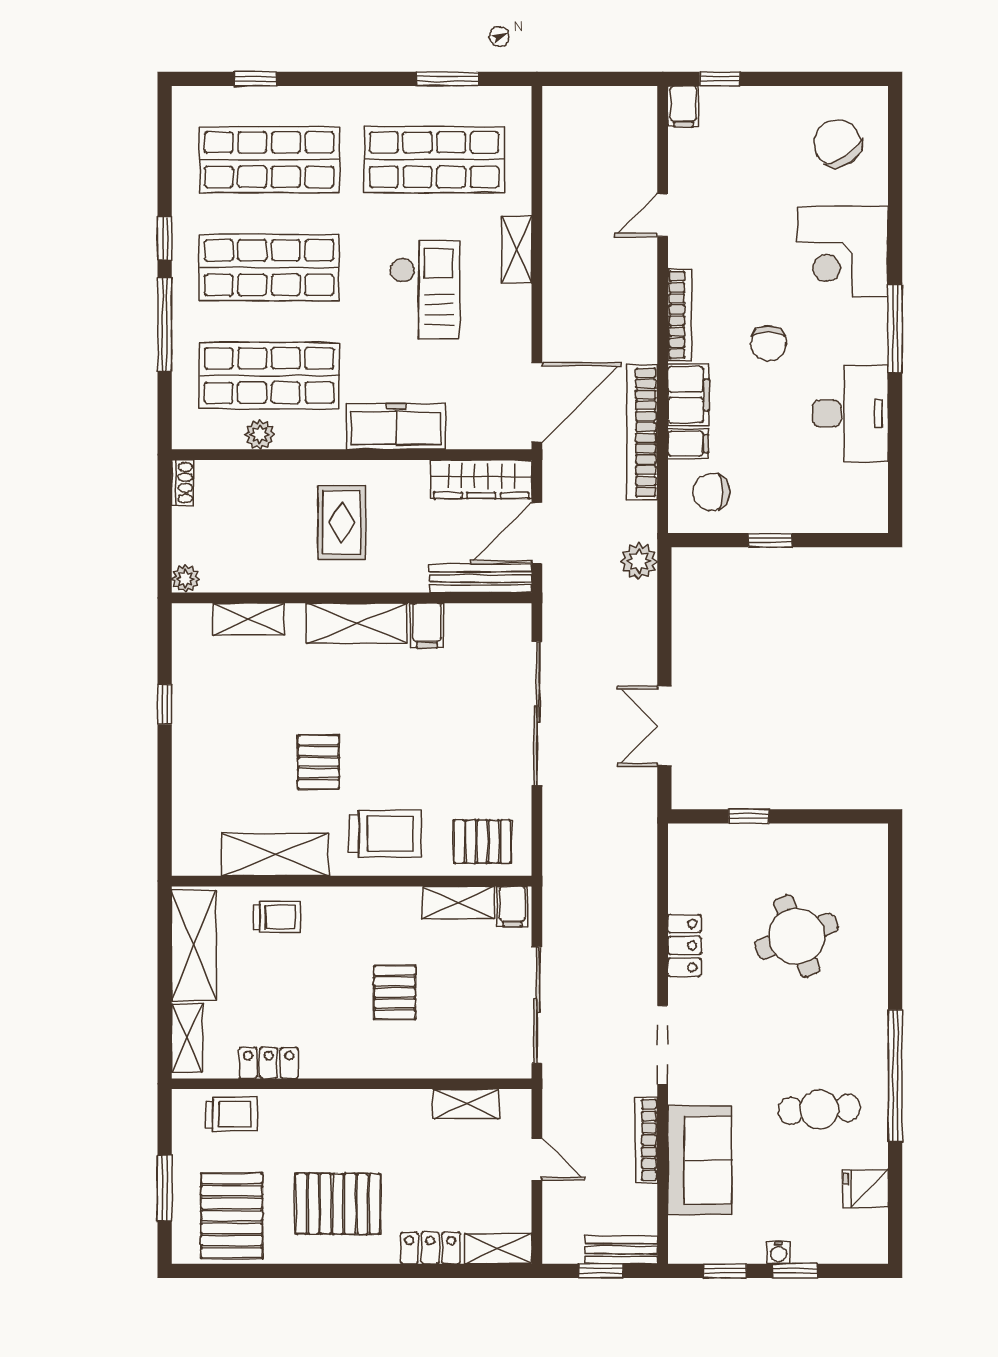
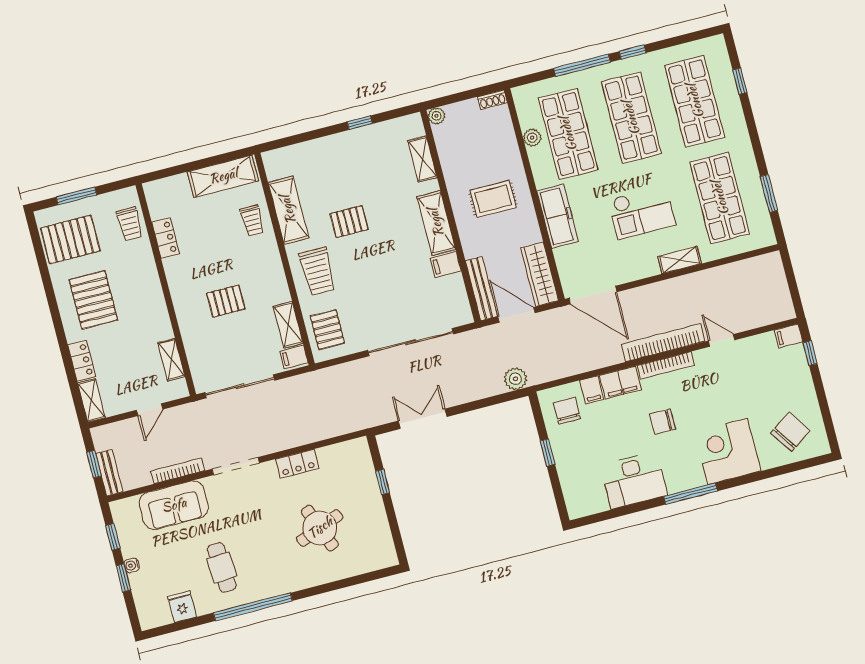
bookcase: (642, 432) -> (663, 343), moved
shelving: (187, 1038) -> (168, 186), removed

